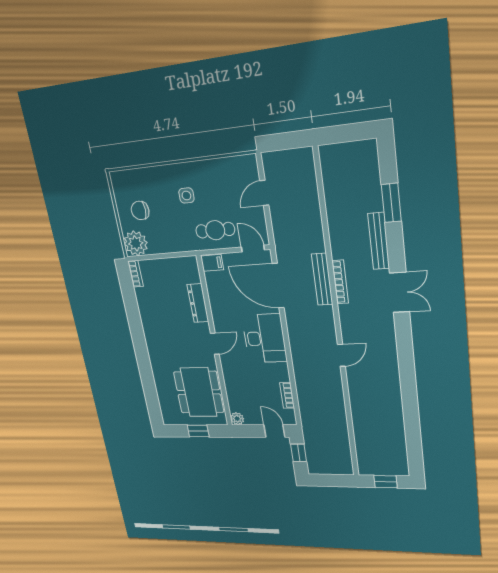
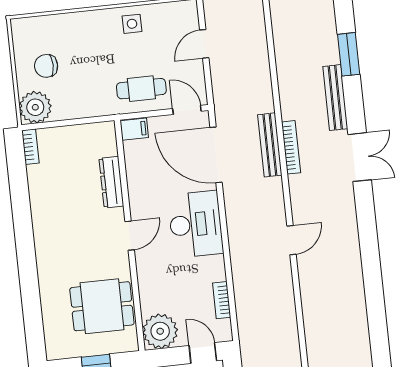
side table: (186, 195) -> (132, 24), moved
dining table: (199, 392) -> (102, 306), width x0.73
plant: (237, 419) -> (160, 331), width x1.88, depth x1.88

